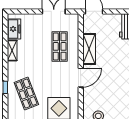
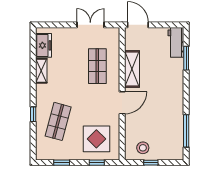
shop shelf: (26, 93) -> (58, 121), turned 36

